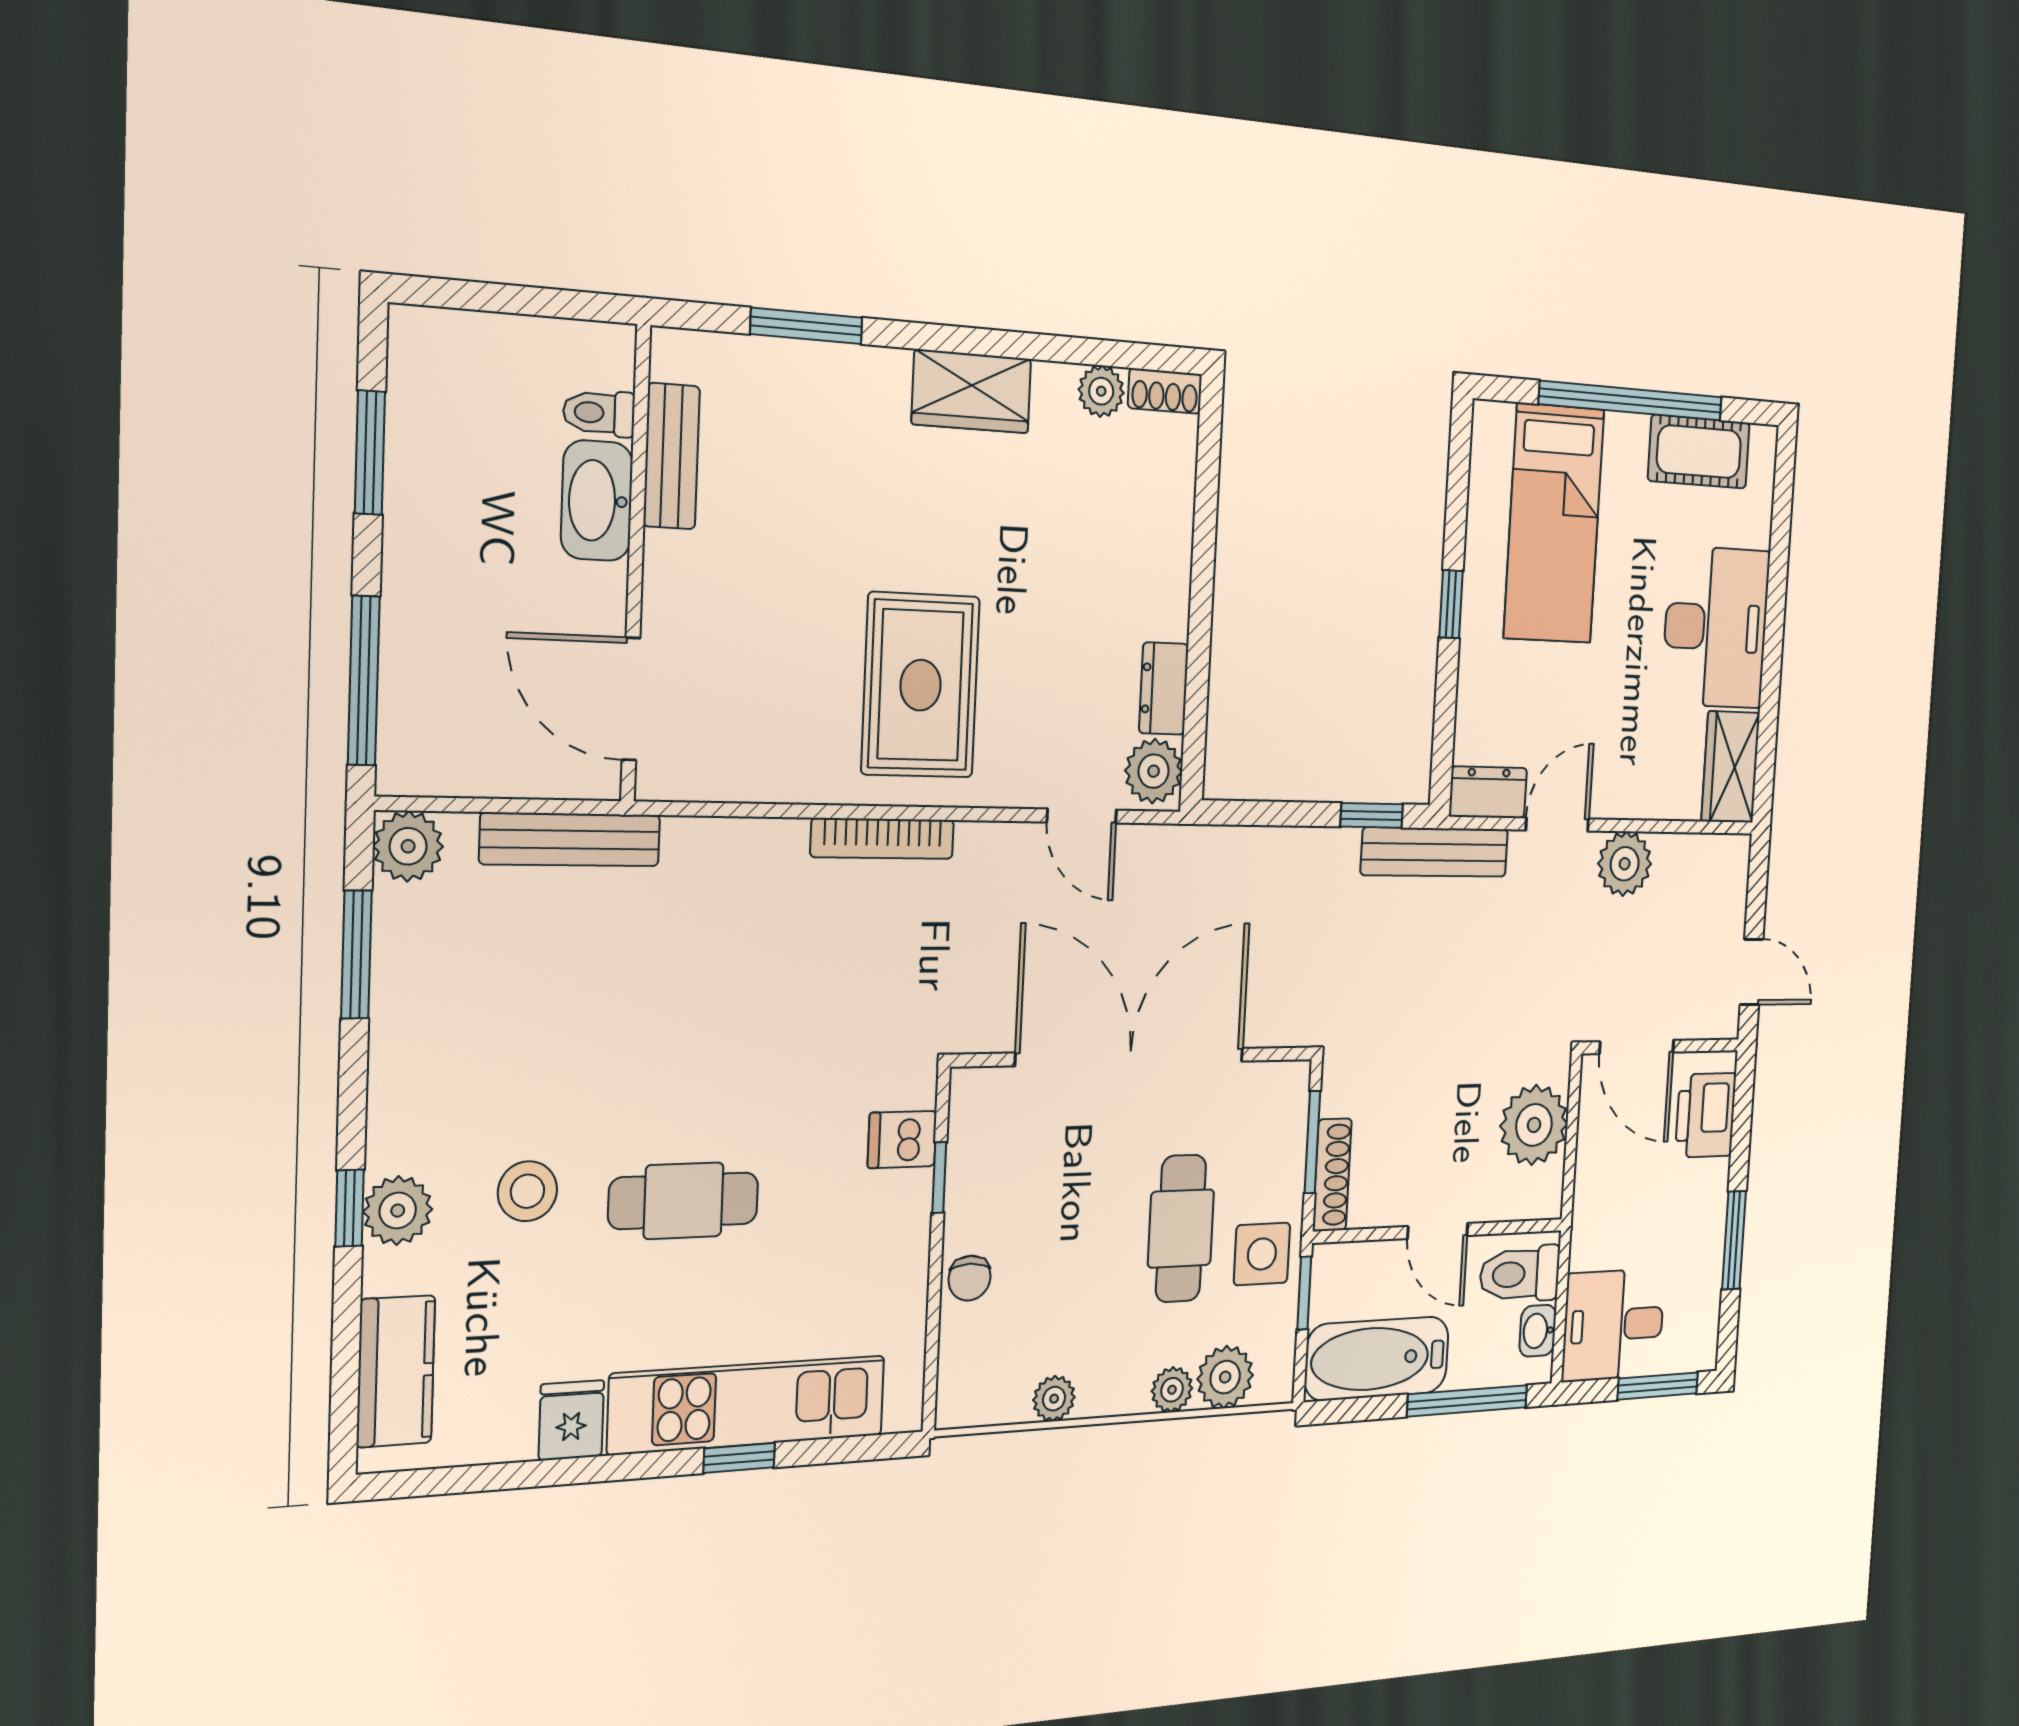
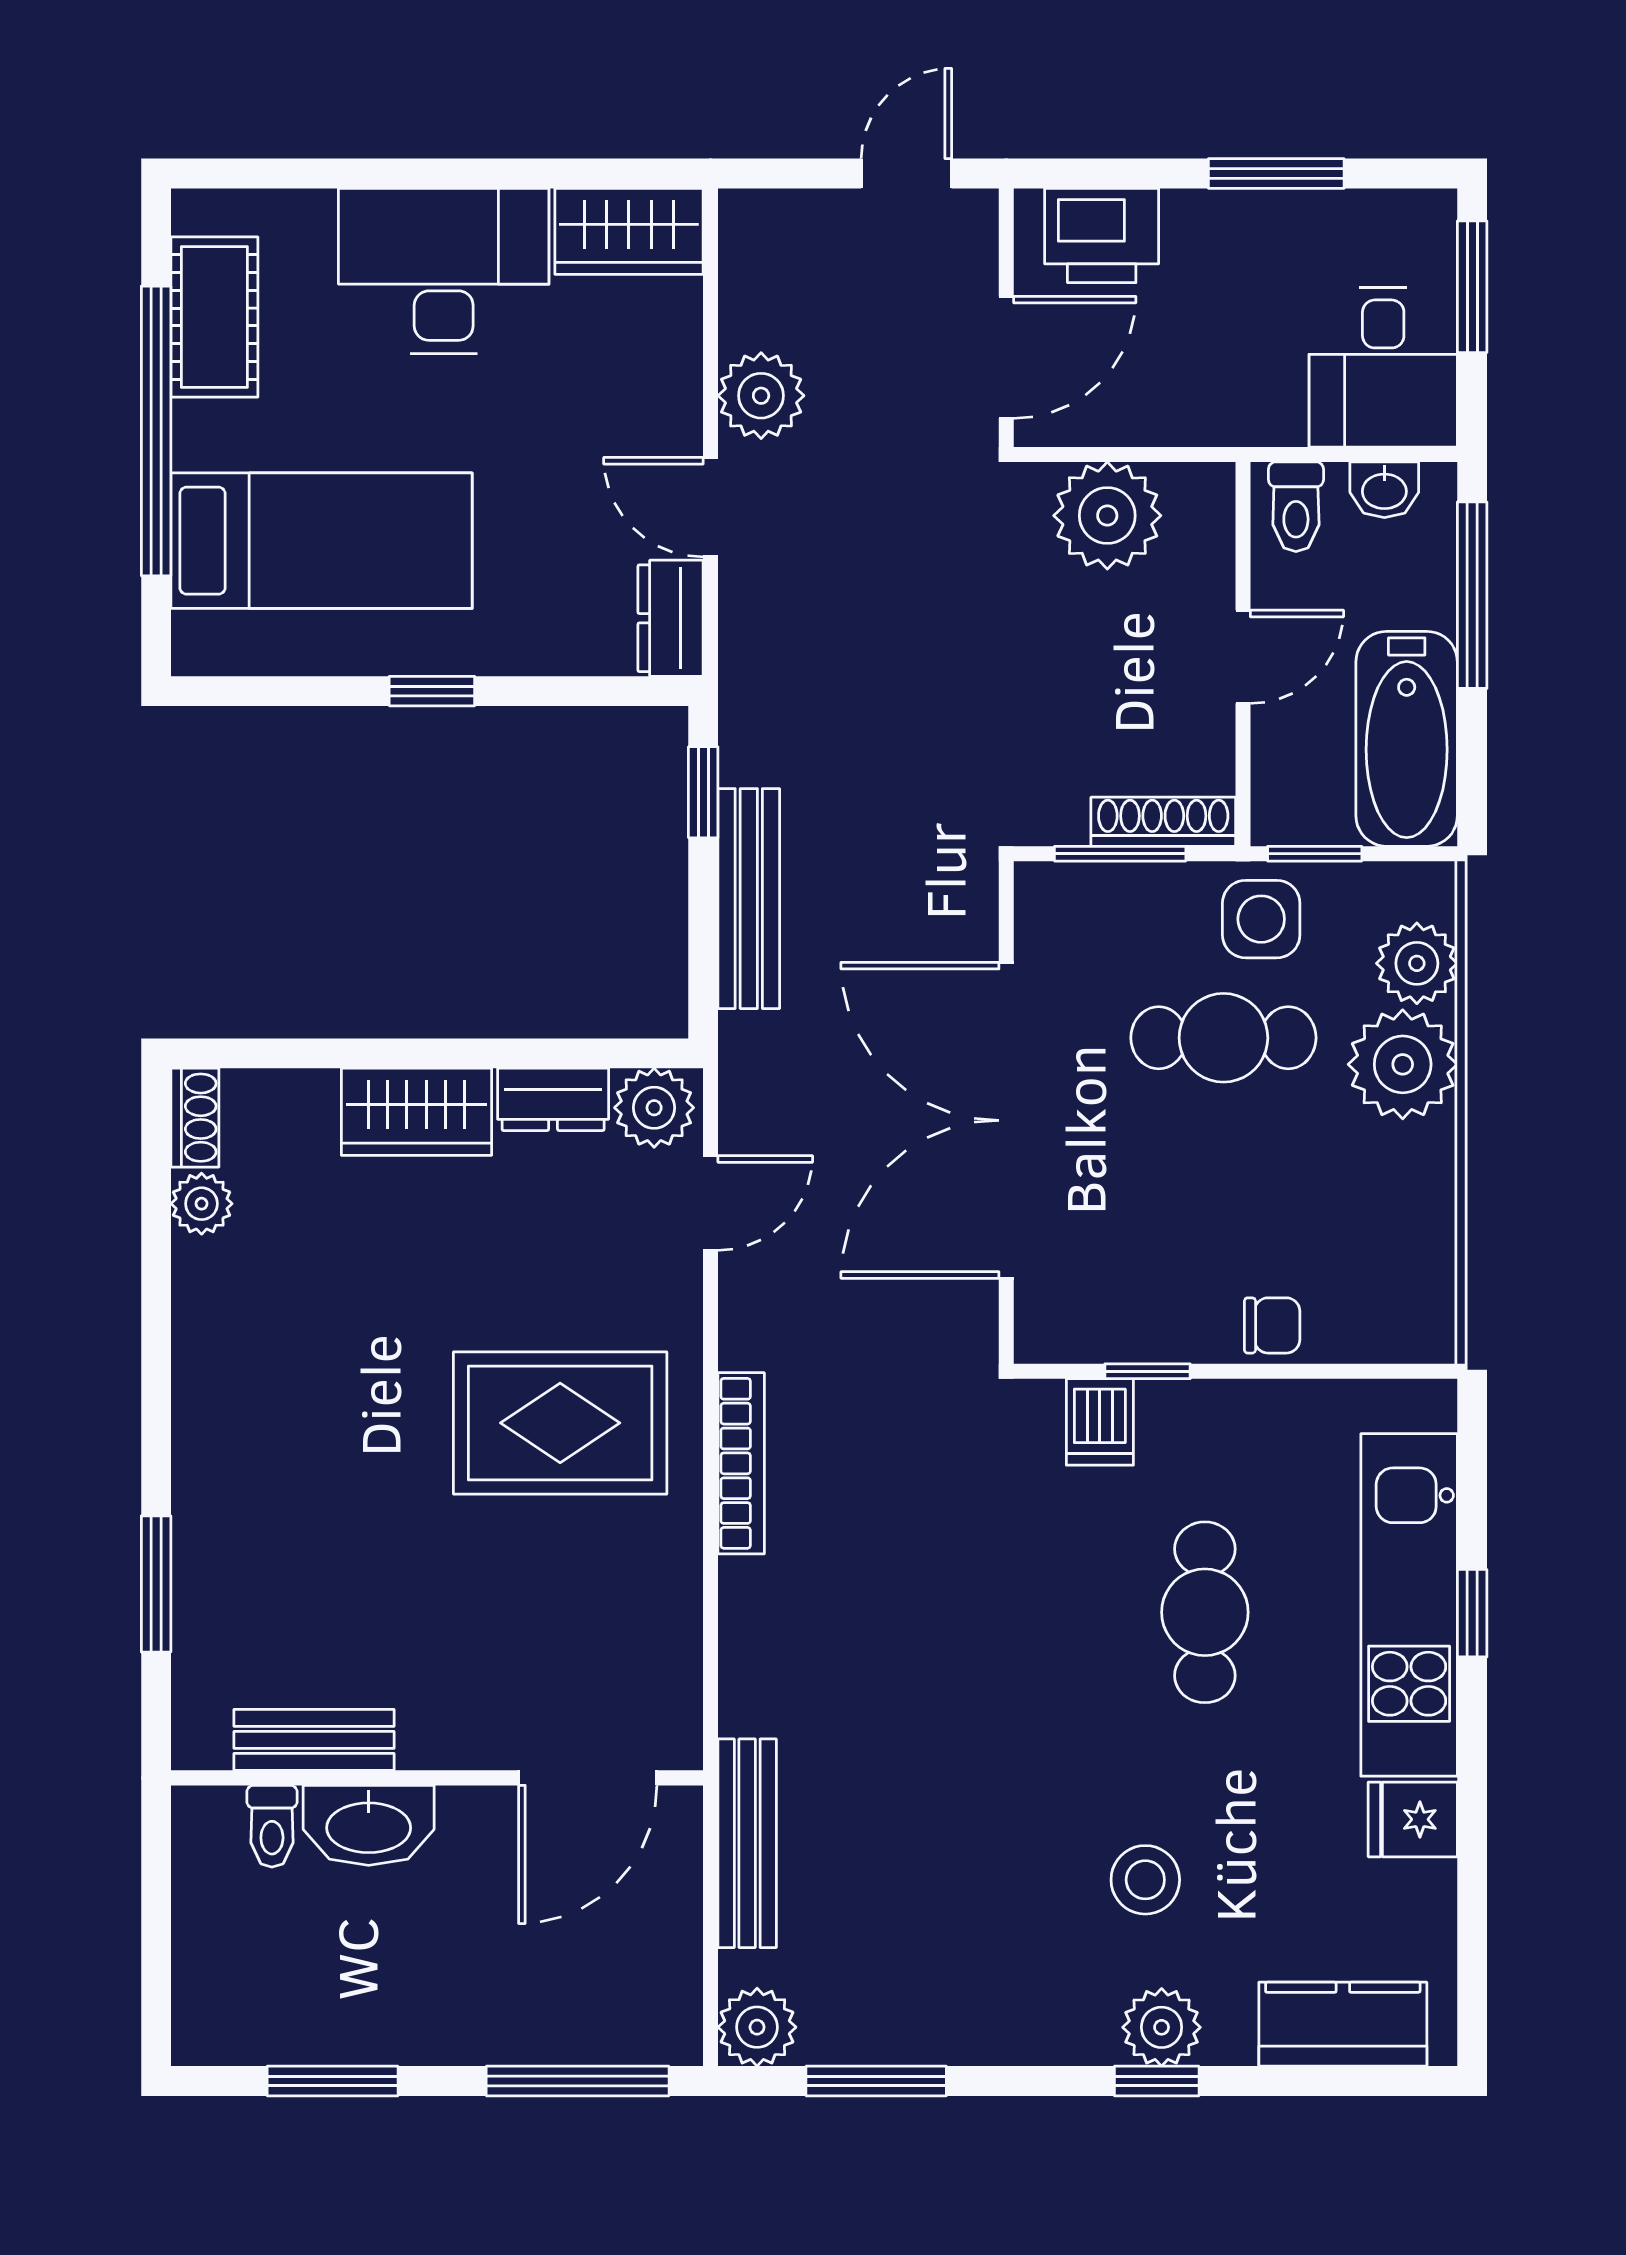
wardrobe: (972, 391) -> (416, 1112), moved, turned 90
bench: (1435, 852) -> (749, 899), moved
cafe table: (684, 1201) -> (1205, 1612), moved
toilet: (1520, 1274) -> (1296, 507), width x0.73, depth x0.72
plant: (1172, 1390) -> (1403, 1064), width x1.87, depth x1.87
plant: (1054, 1399) -> (1429, 1204), removed

